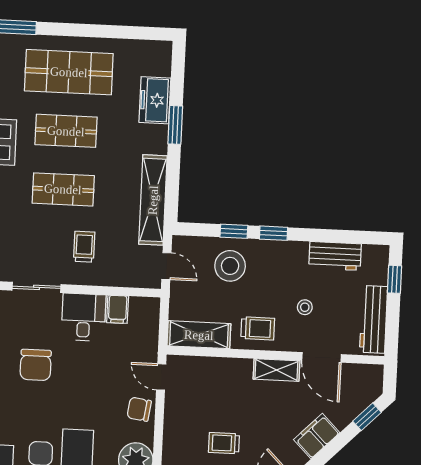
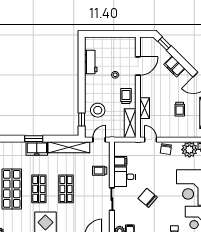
freezer: (155, 100) -> (37, 148), moved
window: (234, 231) -> (82, 119), moved
window: (273, 233) -> (82, 91), removed
trolley: (84, 247) -> (100, 171), moved
window: (395, 279) -> (100, 34), removed
workbench: (374, 319) -> (119, 43), removed
chair: (36, 365) -> (148, 198), turned -139
shelving: (276, 370) -> (145, 108), moved
door: (161, 377) -> (150, 140), swing flipped

